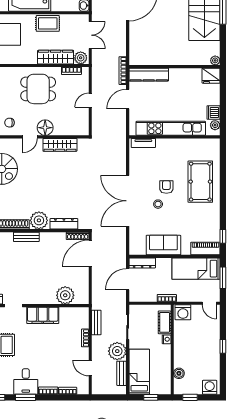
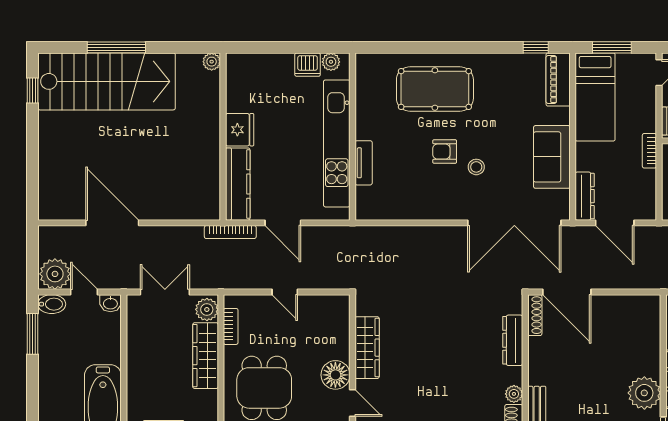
rug: (48, 23) -> (143, 370), removed
fridge: (211, 76) -> (240, 130), moved
tv unit: (143, 143) -> (364, 163), moved
double door: (128, 201) -> (514, 223), moved
plant: (39, 220) -> (514, 394), width x0.53, depth x0.53
plant: (65, 295) -> (644, 393), moved

